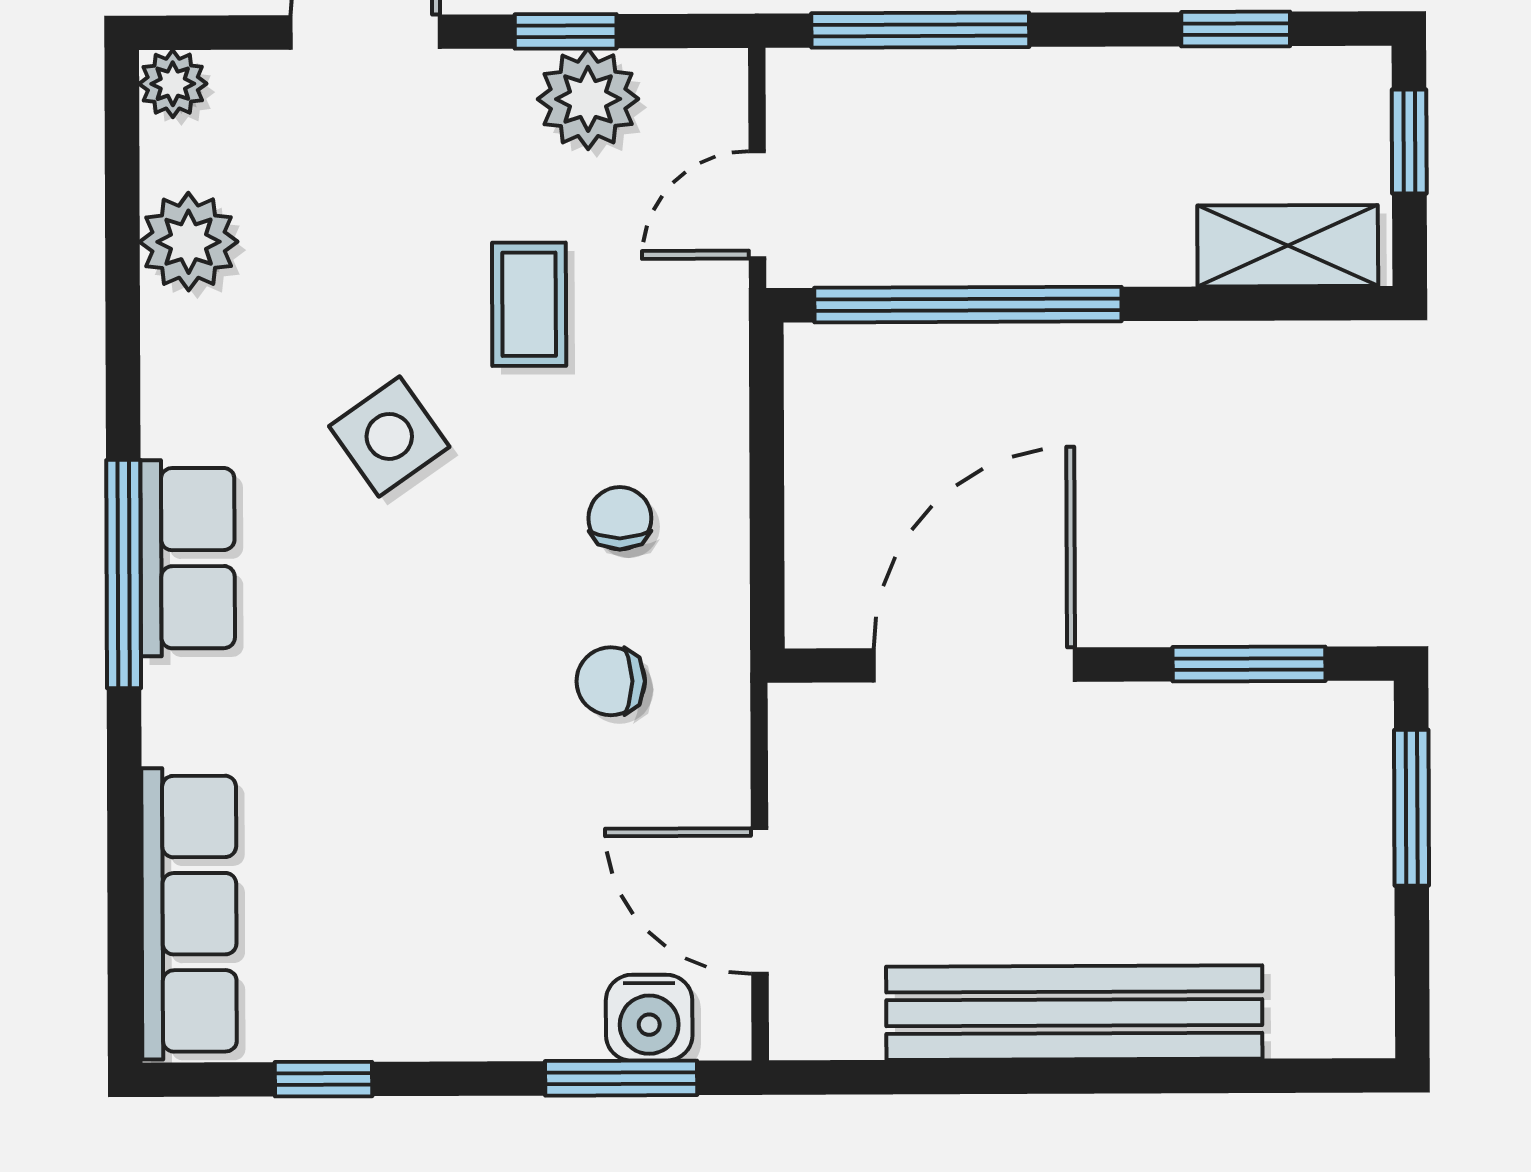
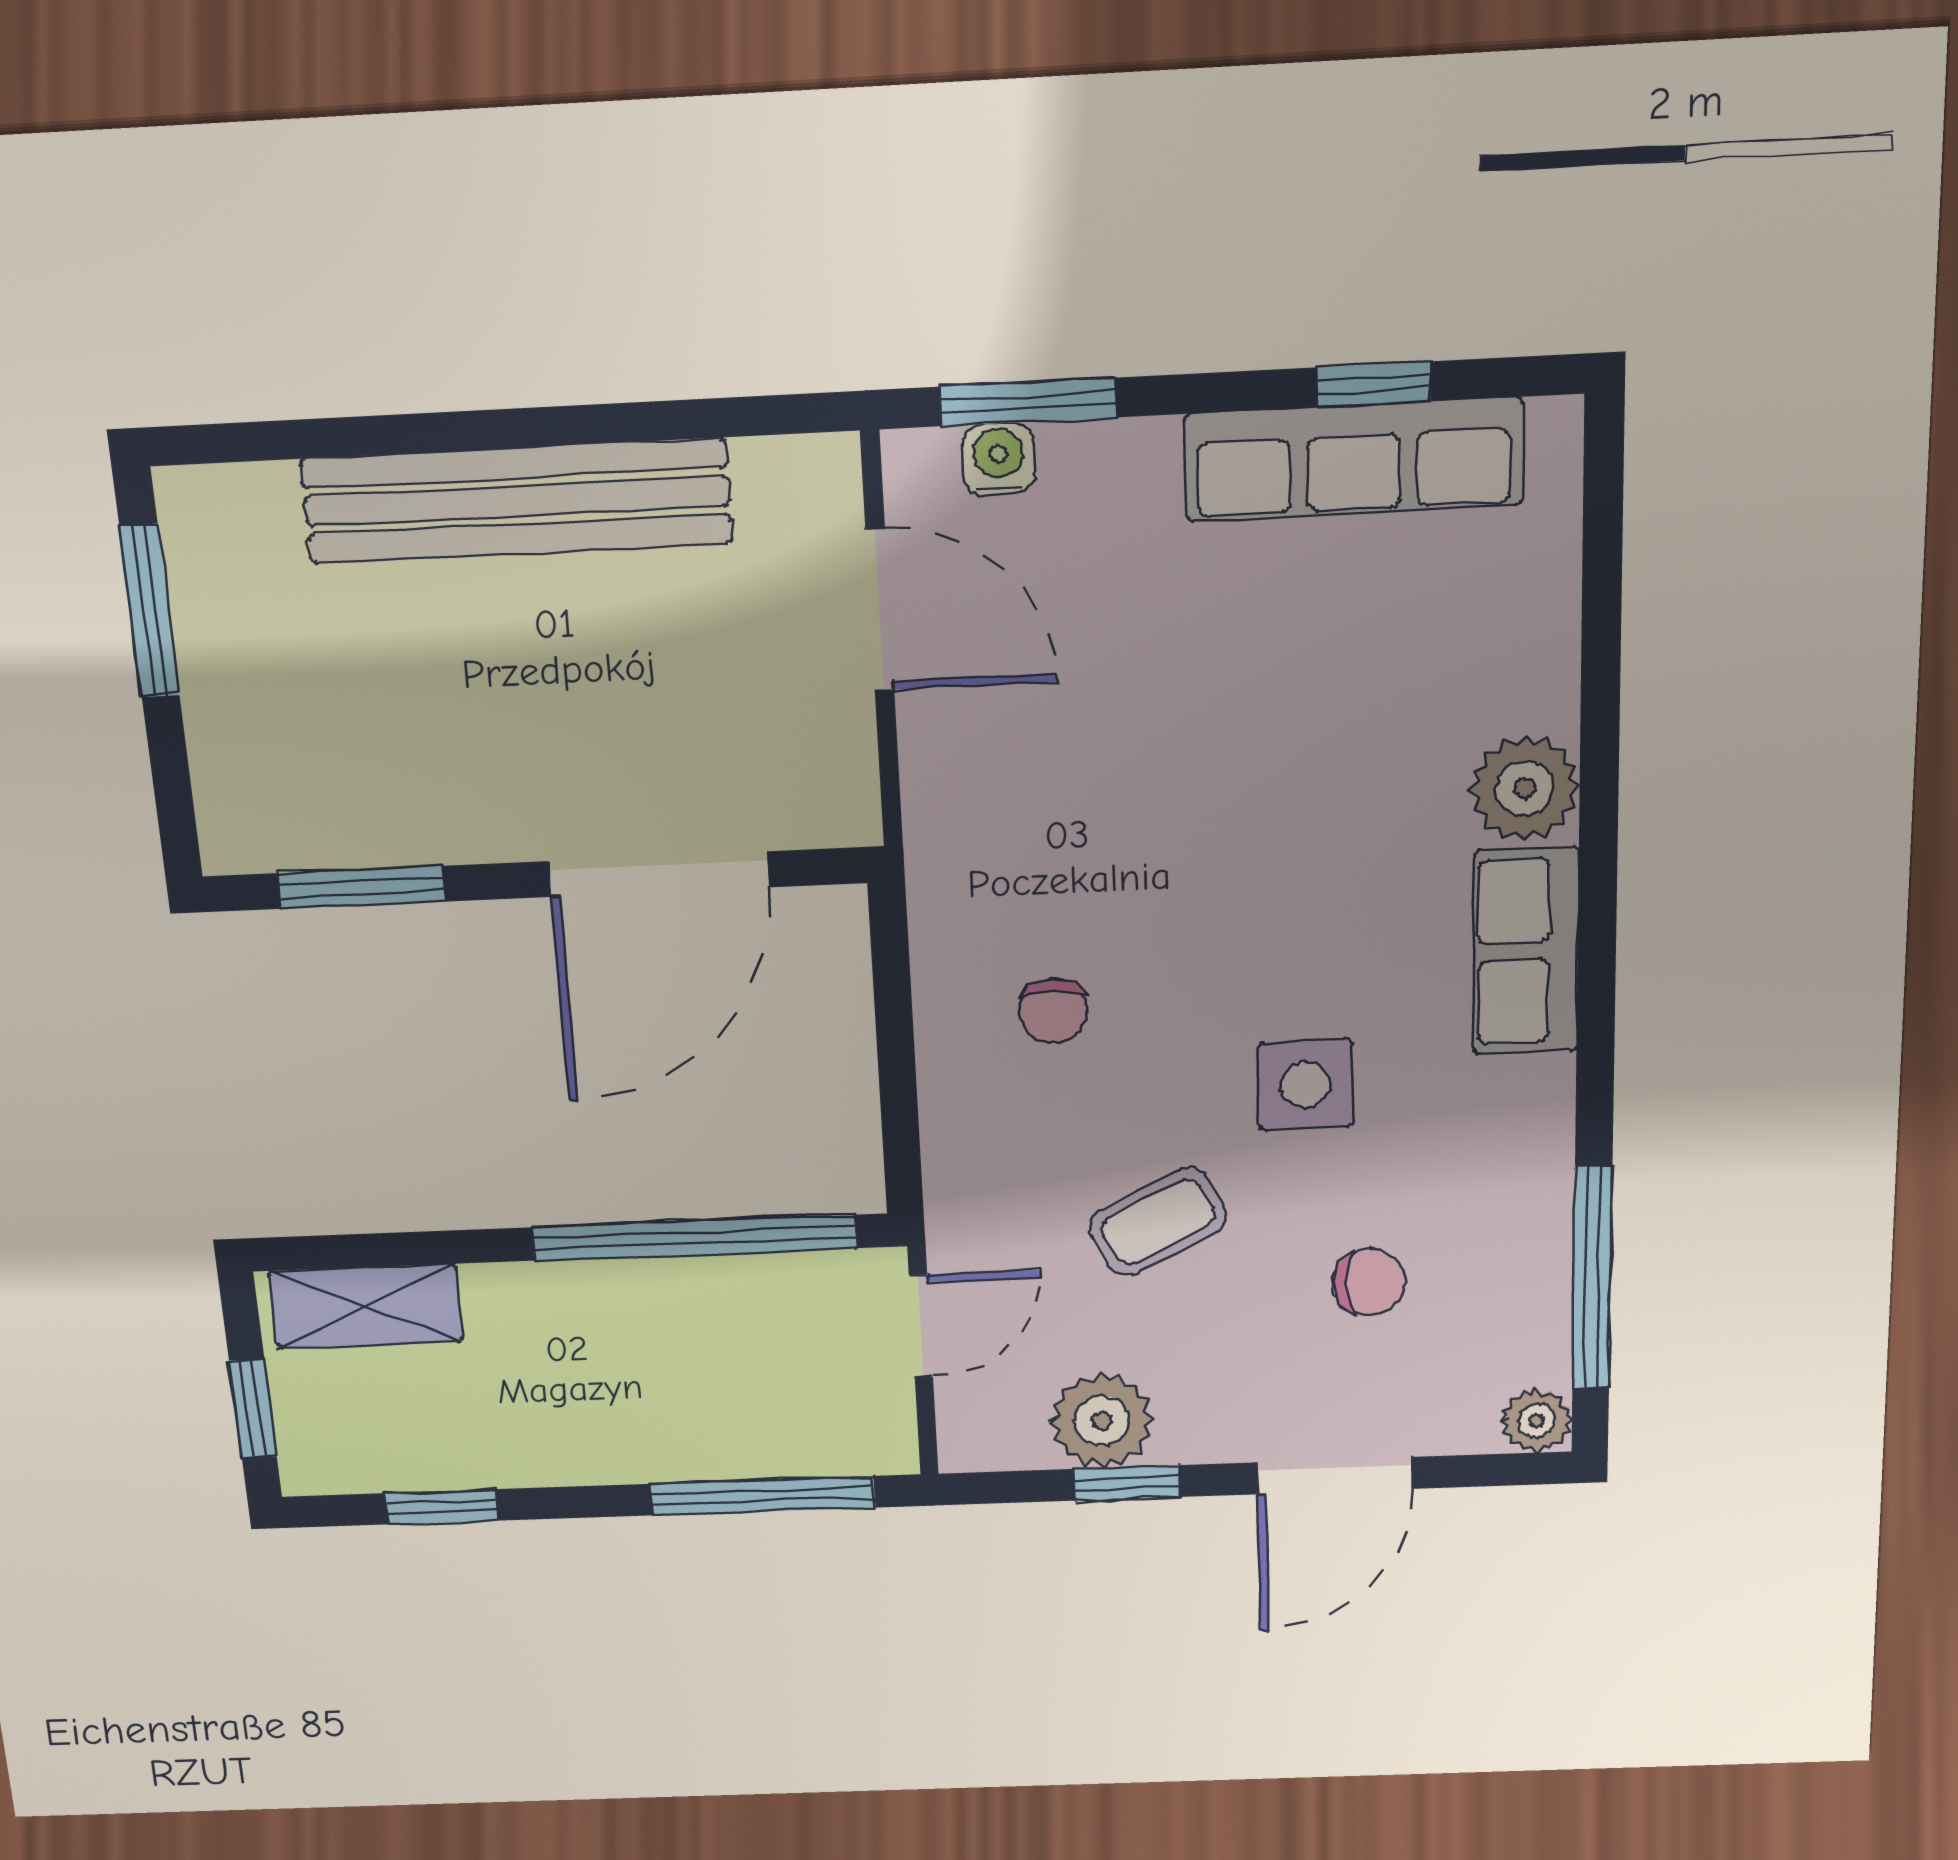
plant: (189, 242) -> (1525, 788), moved
coffee table: (529, 304) -> (1158, 1222), turned 63
side table: (389, 436) -> (1305, 1084), turned 35
window: (124, 574) -> (1592, 1278), moved
chair: (611, 681) -> (1369, 1282), moved
window: (1412, 808) -> (150, 611), moved
row of seats: (189, 914) -> (1353, 460), moved, turned -90
water cooler: (649, 1018) -> (998, 459), width x0.72, depth x0.72

